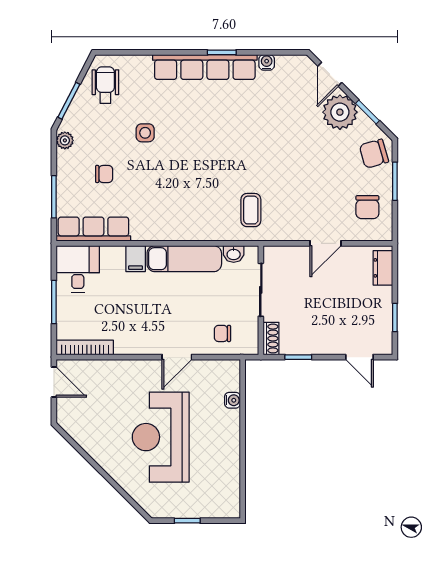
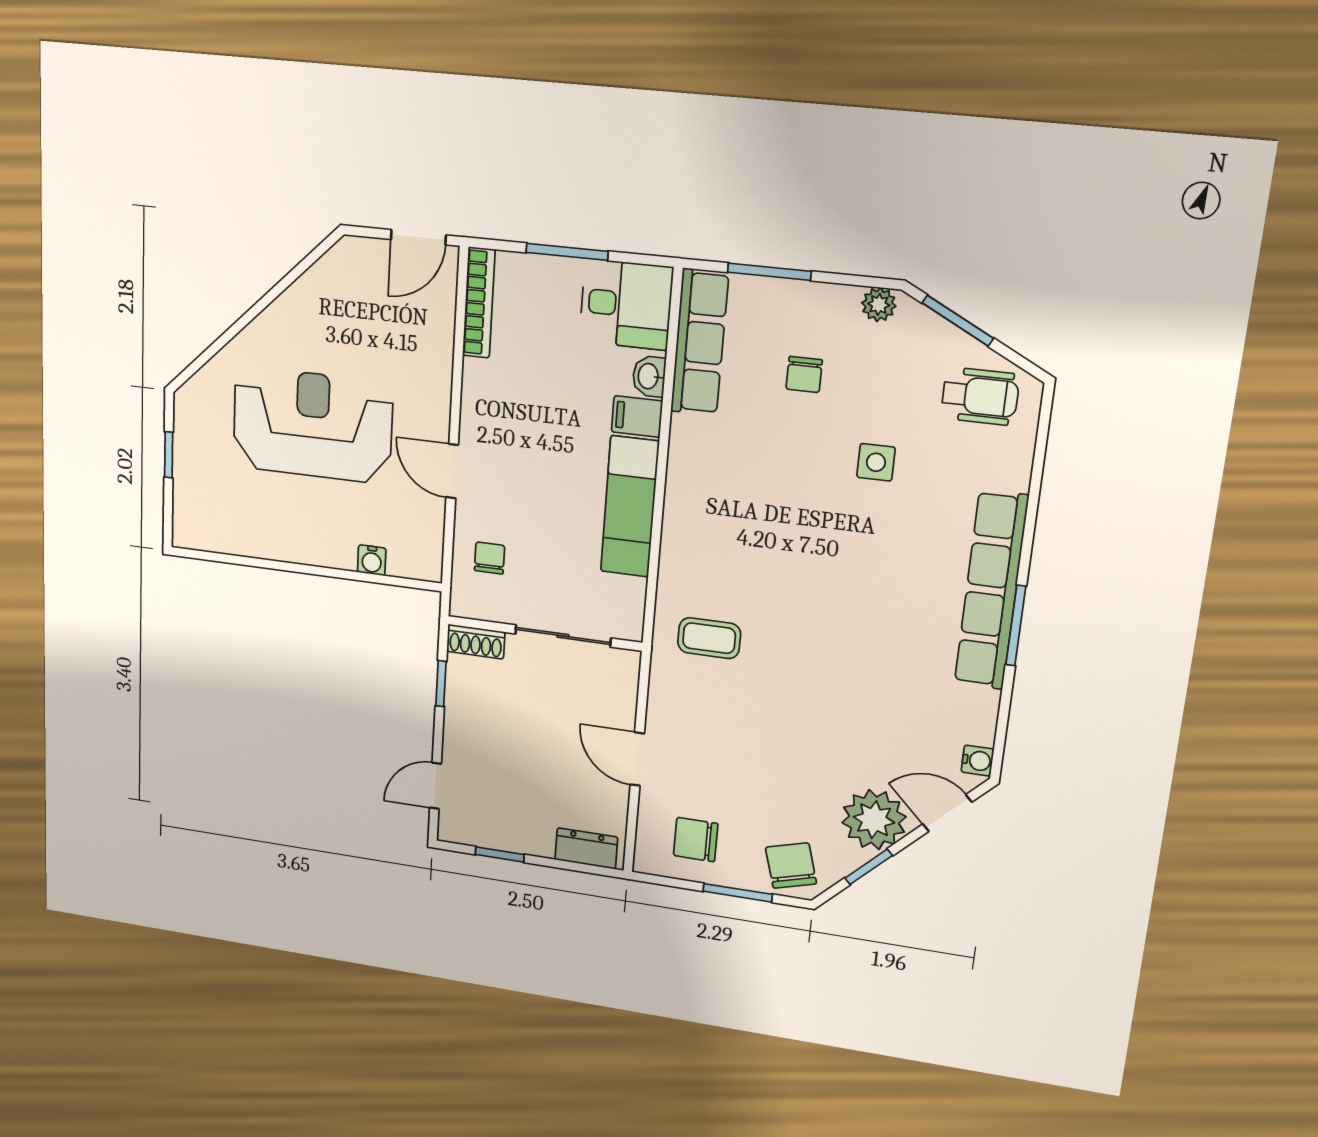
window: (222, 52) -> (1016, 626), width x1.50
water cooler: (267, 62) -> (978, 761), moved
washbasin: (234, 254) -> (649, 376), moved

